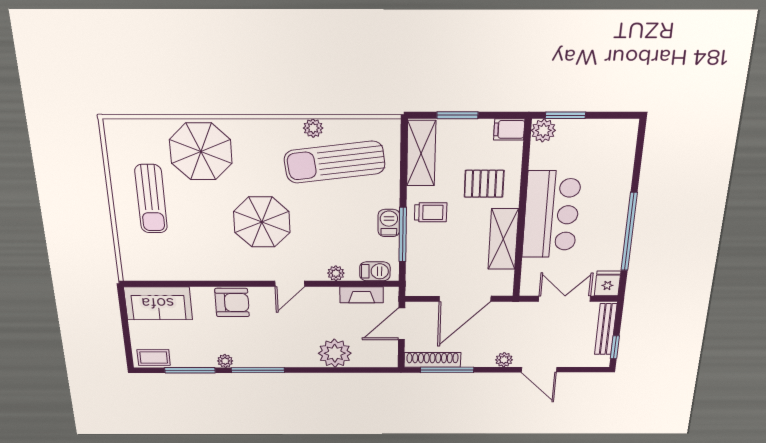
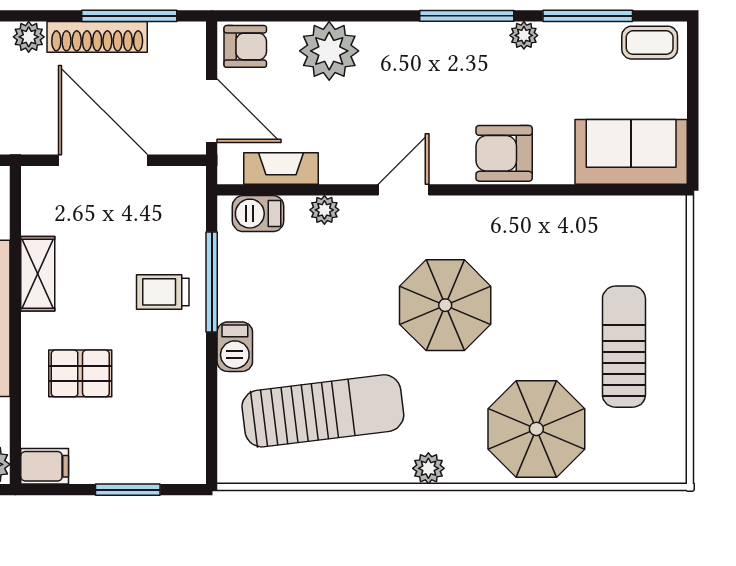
plant: (313, 128) -> (428, 468), moved
shelving: (421, 153) -> (184, 426), removed
trolley: (431, 212) -> (163, 292), moved
barbecue: (389, 223) -> (235, 347), moved
shelving: (503, 239) -> (38, 274), width x0.67, depth x0.75
door: (465, 299) -> (103, 160), hinge flipped
door: (402, 324) -> (212, 111), hinge flipped
armchair: (382, 355) -> (245, 46), added
shoe rack: (432, 360) -> (97, 37), moved

